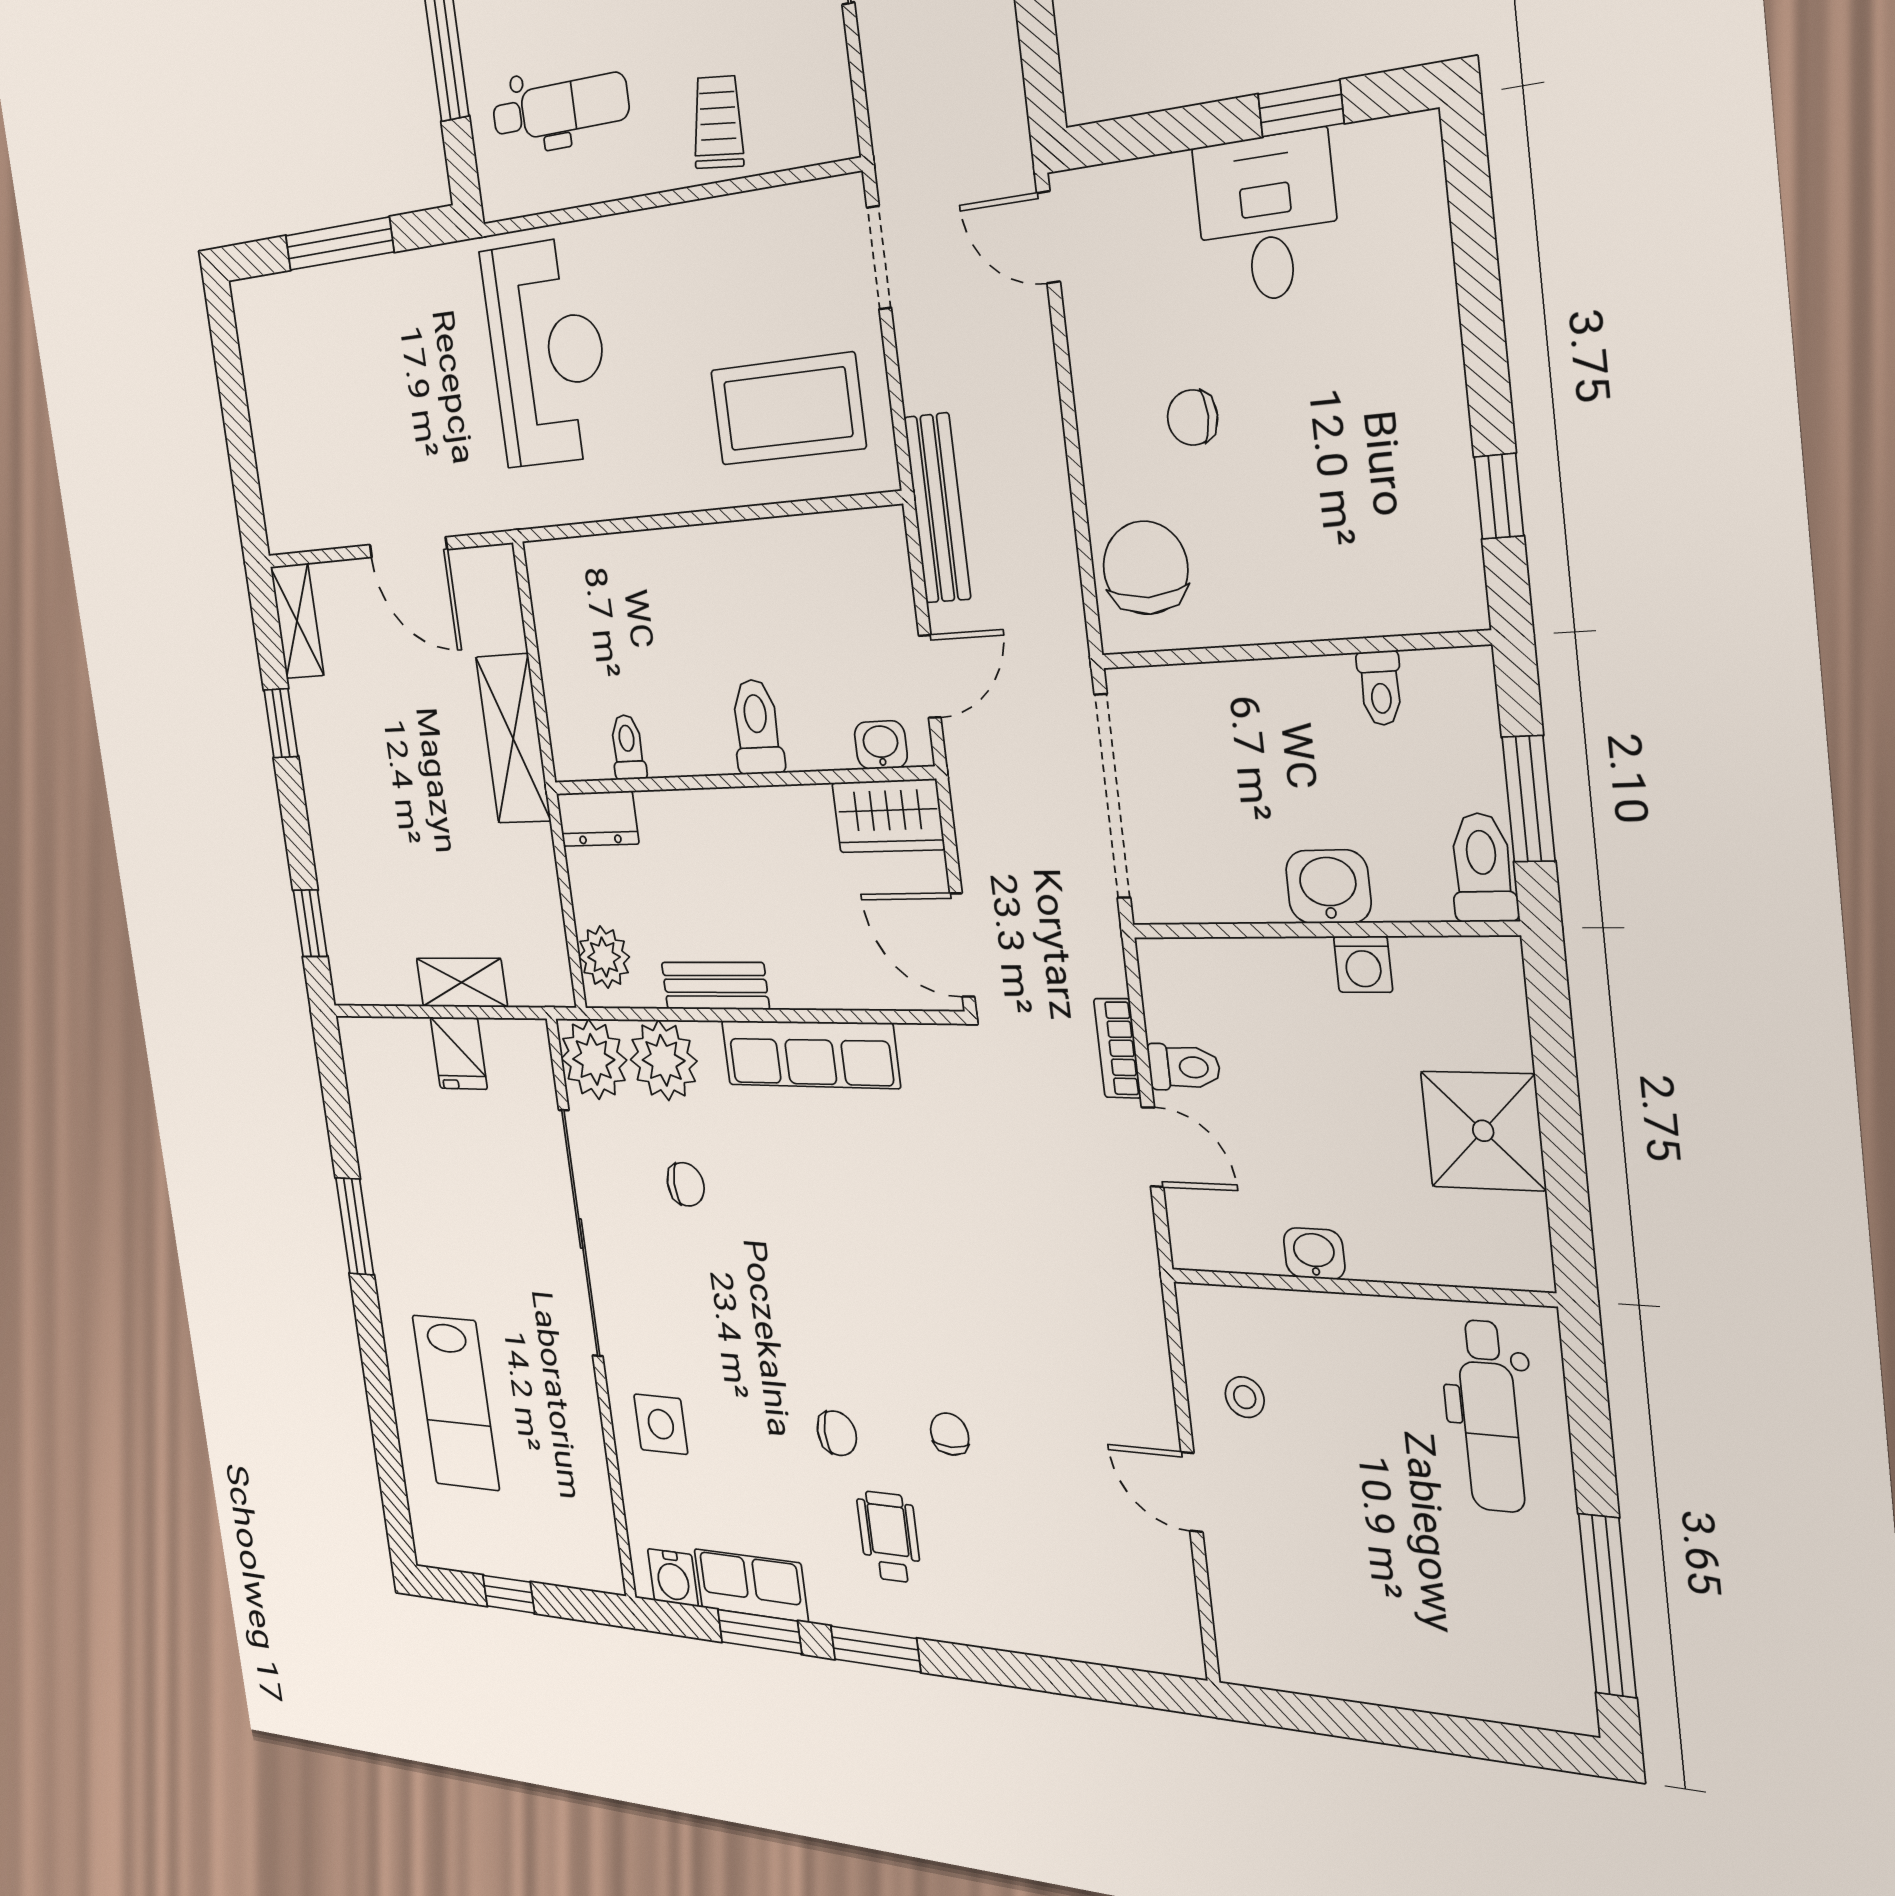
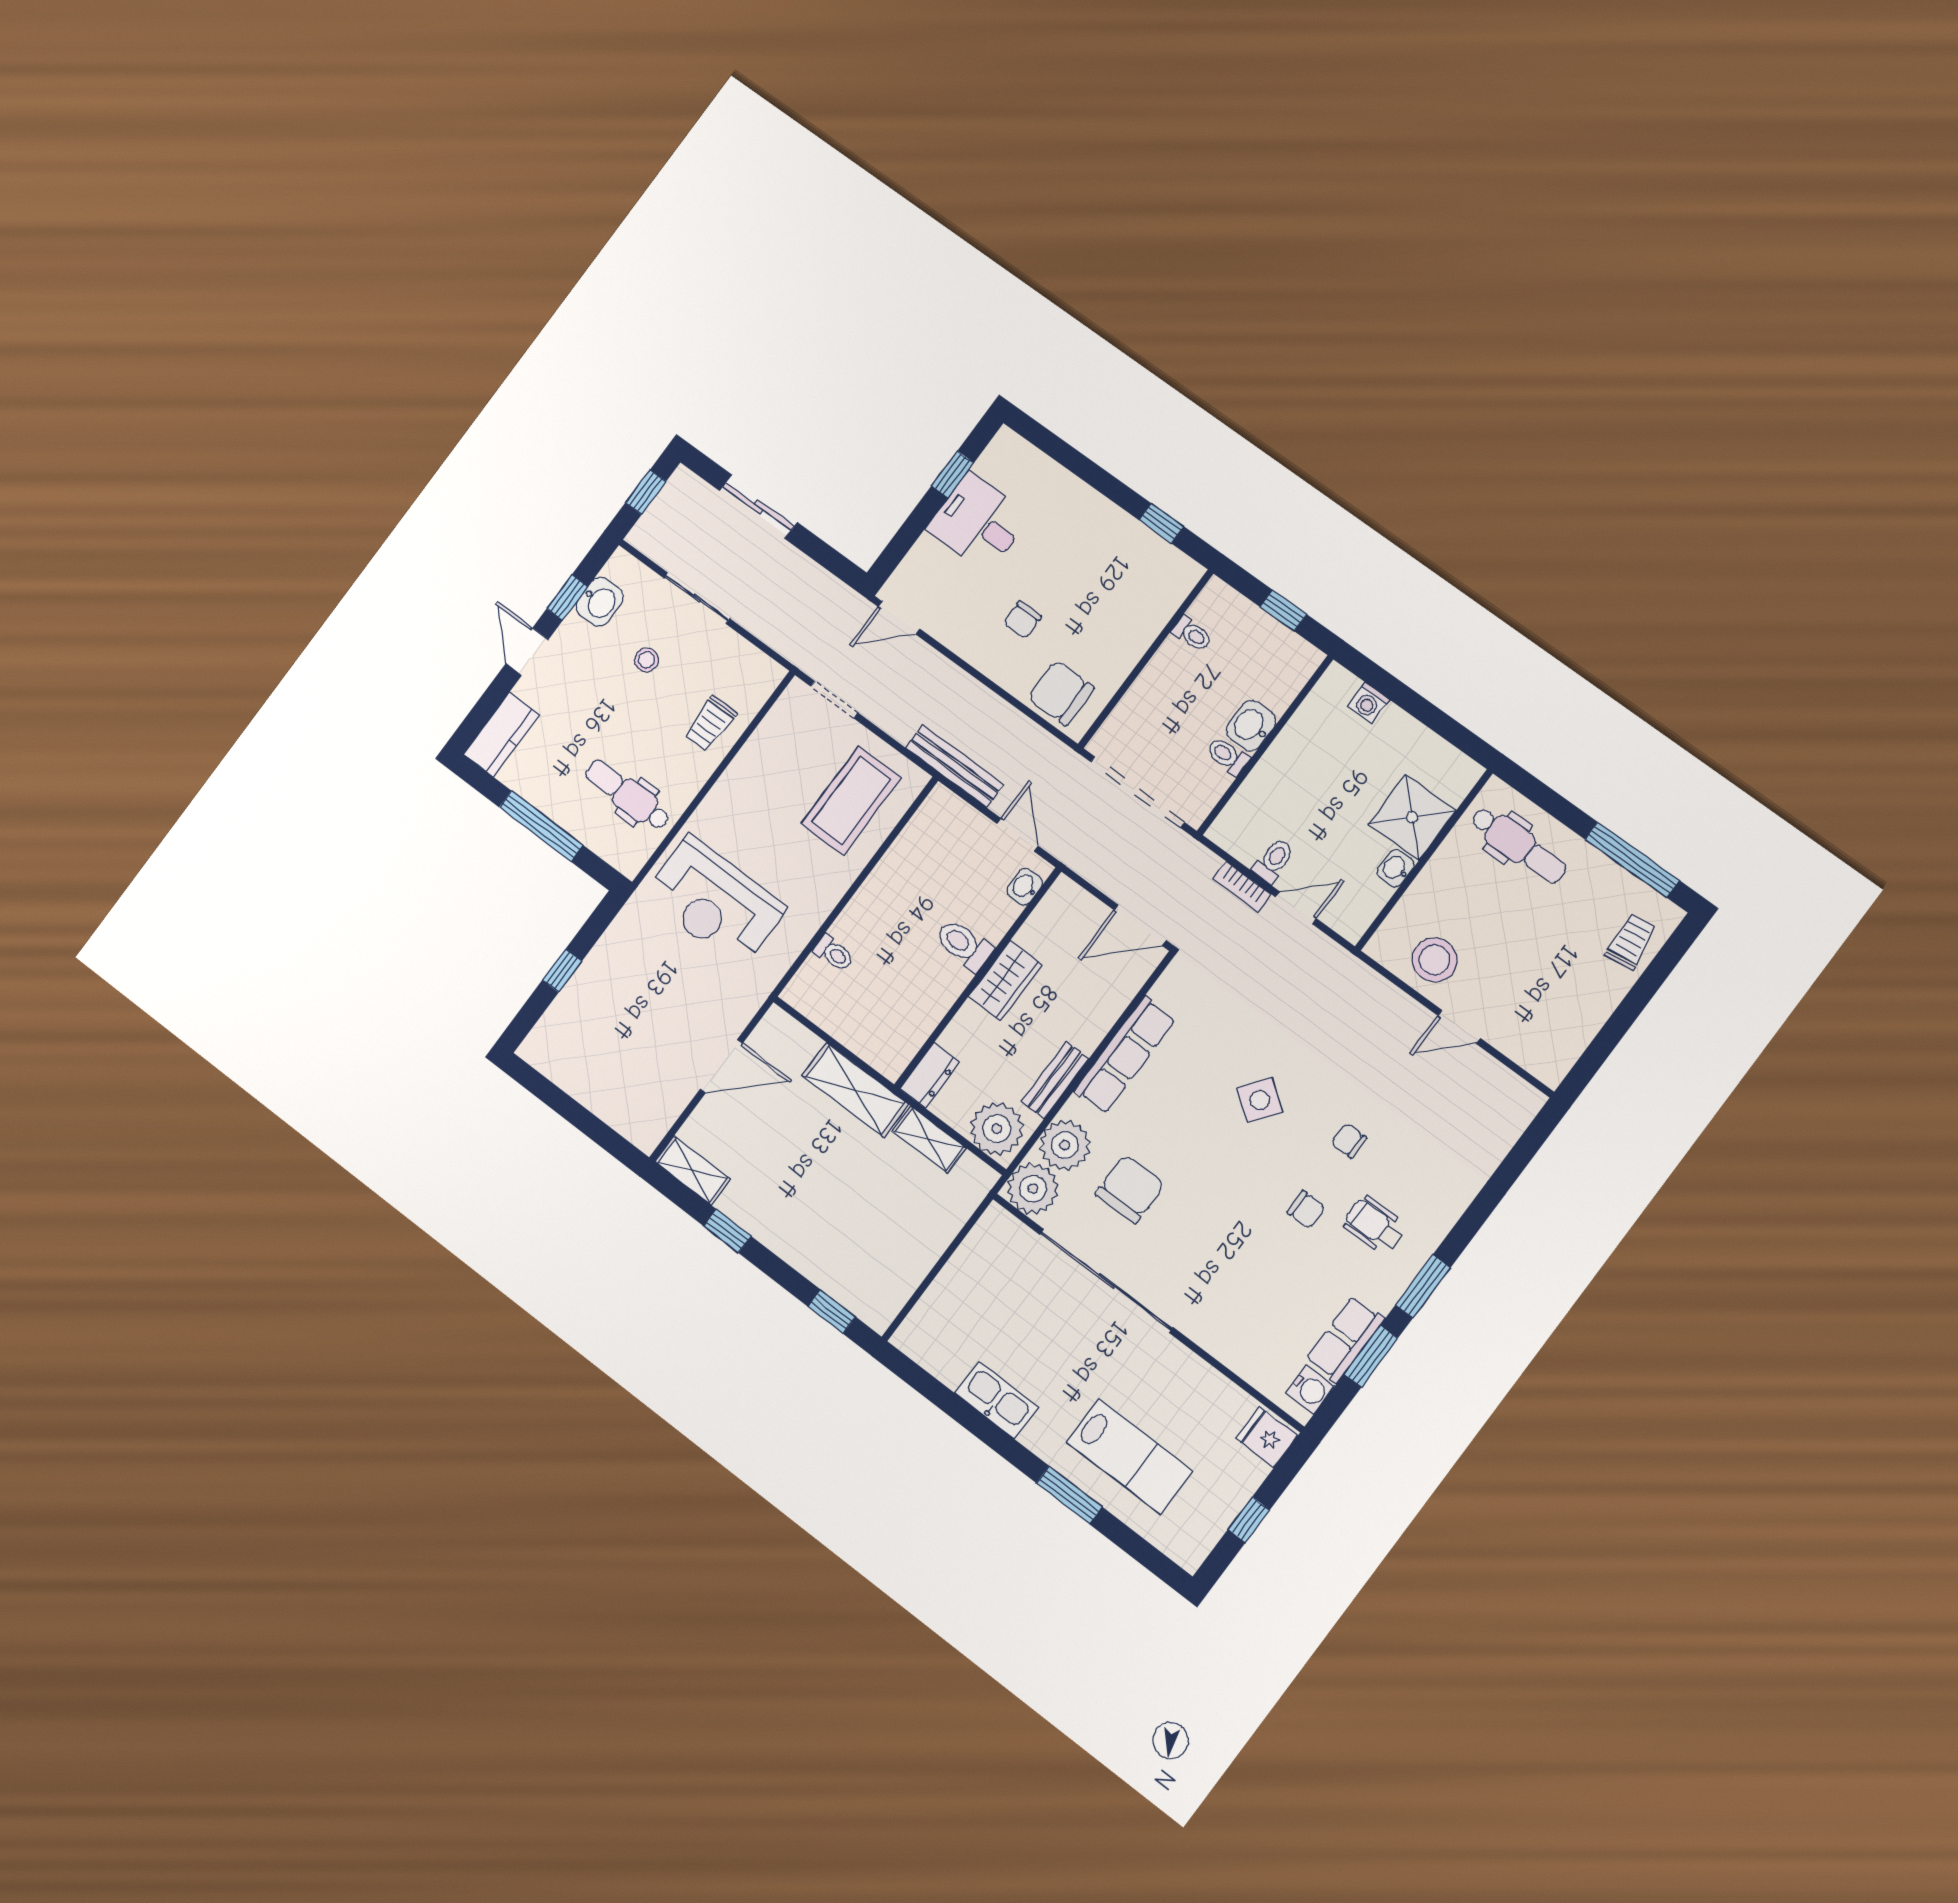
dental chair: (560, 108) -> (627, 795), turned -90
trolley: (718, 122) -> (710, 724), turned -96
window: (339, 244) -> (562, 971), width x0.46
reception desk: (547, 353) -> (715, 902), turned 180
toilet: (628, 747) -> (834, 953), moved, turned 180
window: (1529, 799) -> (1283, 611), width x0.67
wardrobe: (888, 816) -> (1005, 980), moved
toilet: (1482, 868) -> (1227, 756), moved, width x0.73, depth x0.72
plant: (604, 957) -> (997, 1129), width x1.36, depth x1.36
washing machine: (1363, 964) -> (1368, 703), moved, turned 90
shelving: (462, 982) -> (929, 1140), moved, turned 90
fridge: (459, 1053) -> (1267, 1437), moved, turned 180
shower: (1483, 1131) -> (1412, 817), moved
chair: (686, 1184) -> (1130, 1189), width x1.87, depth x1.87
kitchen sink: (385, 1197) -> (997, 1400), added
window: (355, 1226) -> (1069, 1495), moved
stool: (1245, 1397) -> (1434, 960), width x1.89, depth x1.89
side table: (661, 1424) -> (1260, 1100), moved, turned 37
chair: (837, 1433) -> (1306, 1210), turned 90
trolley: (1494, 1674) -> (1631, 942), added

